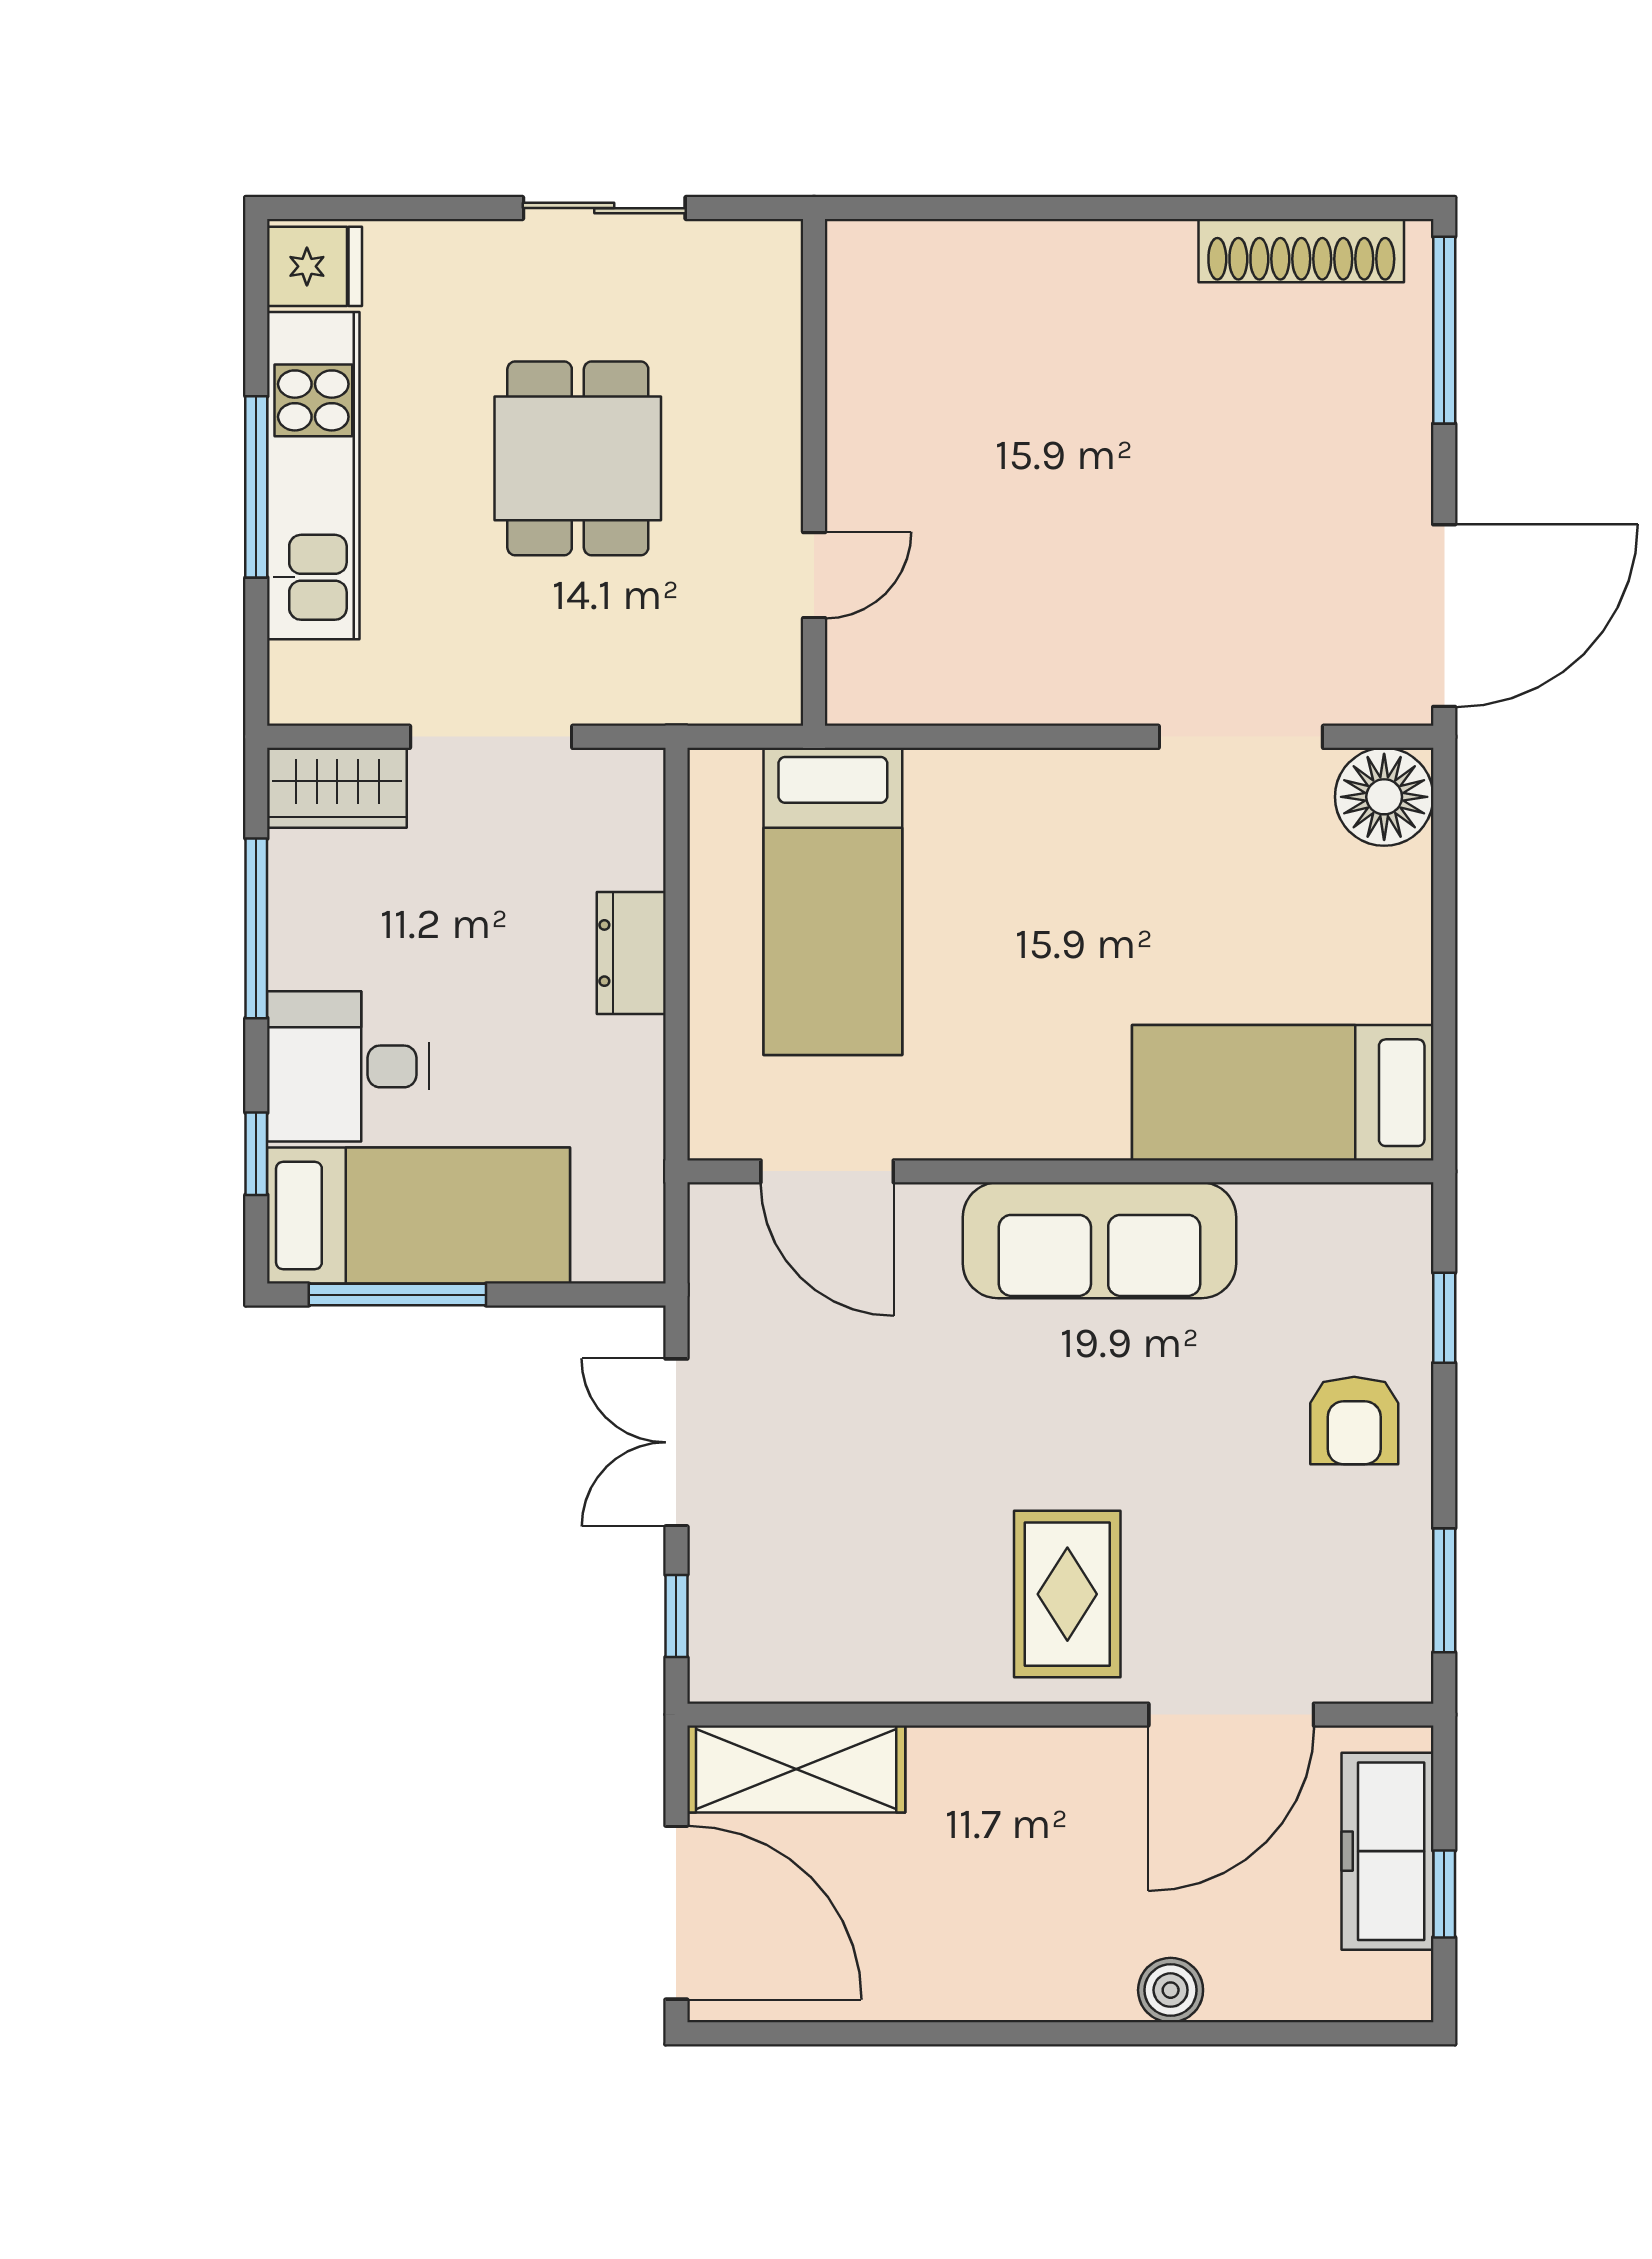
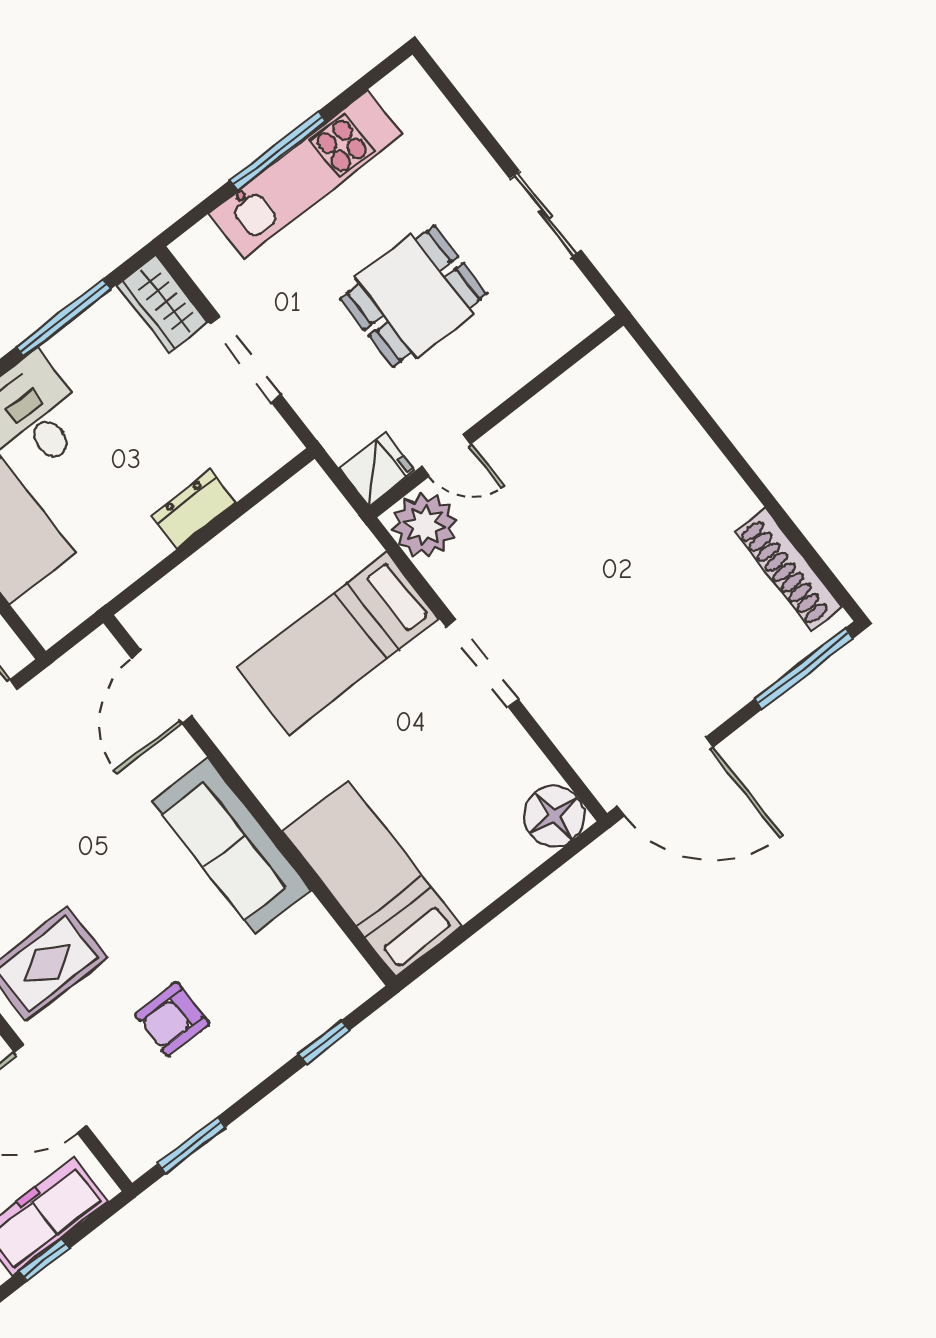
fridge: (315, 266) -> (377, 470), moved, turned -90
plant: (882, 673) -> (424, 525), added
doorway: (1241, 737) -> (482, 663), moved
bed: (833, 901) -> (338, 643), moved
armchair: (1354, 1421) -> (172, 1019), moved

